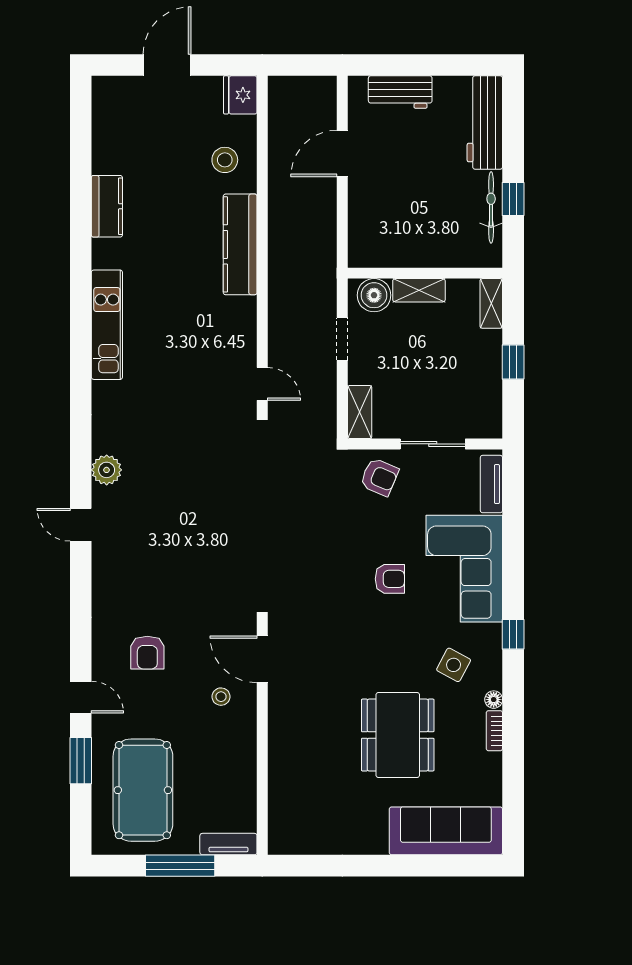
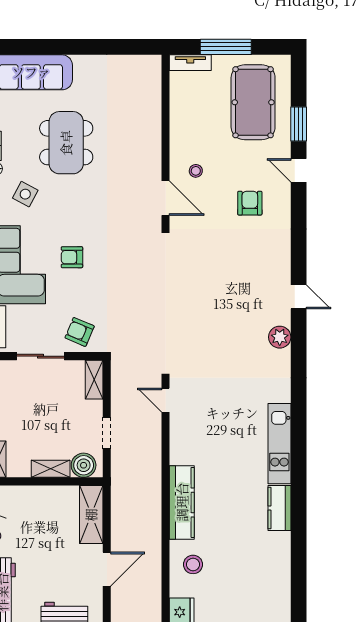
kitchen counter: (107, 206) -> (279, 508), moved
shelving: (364, 228) -> (91, 515), added

